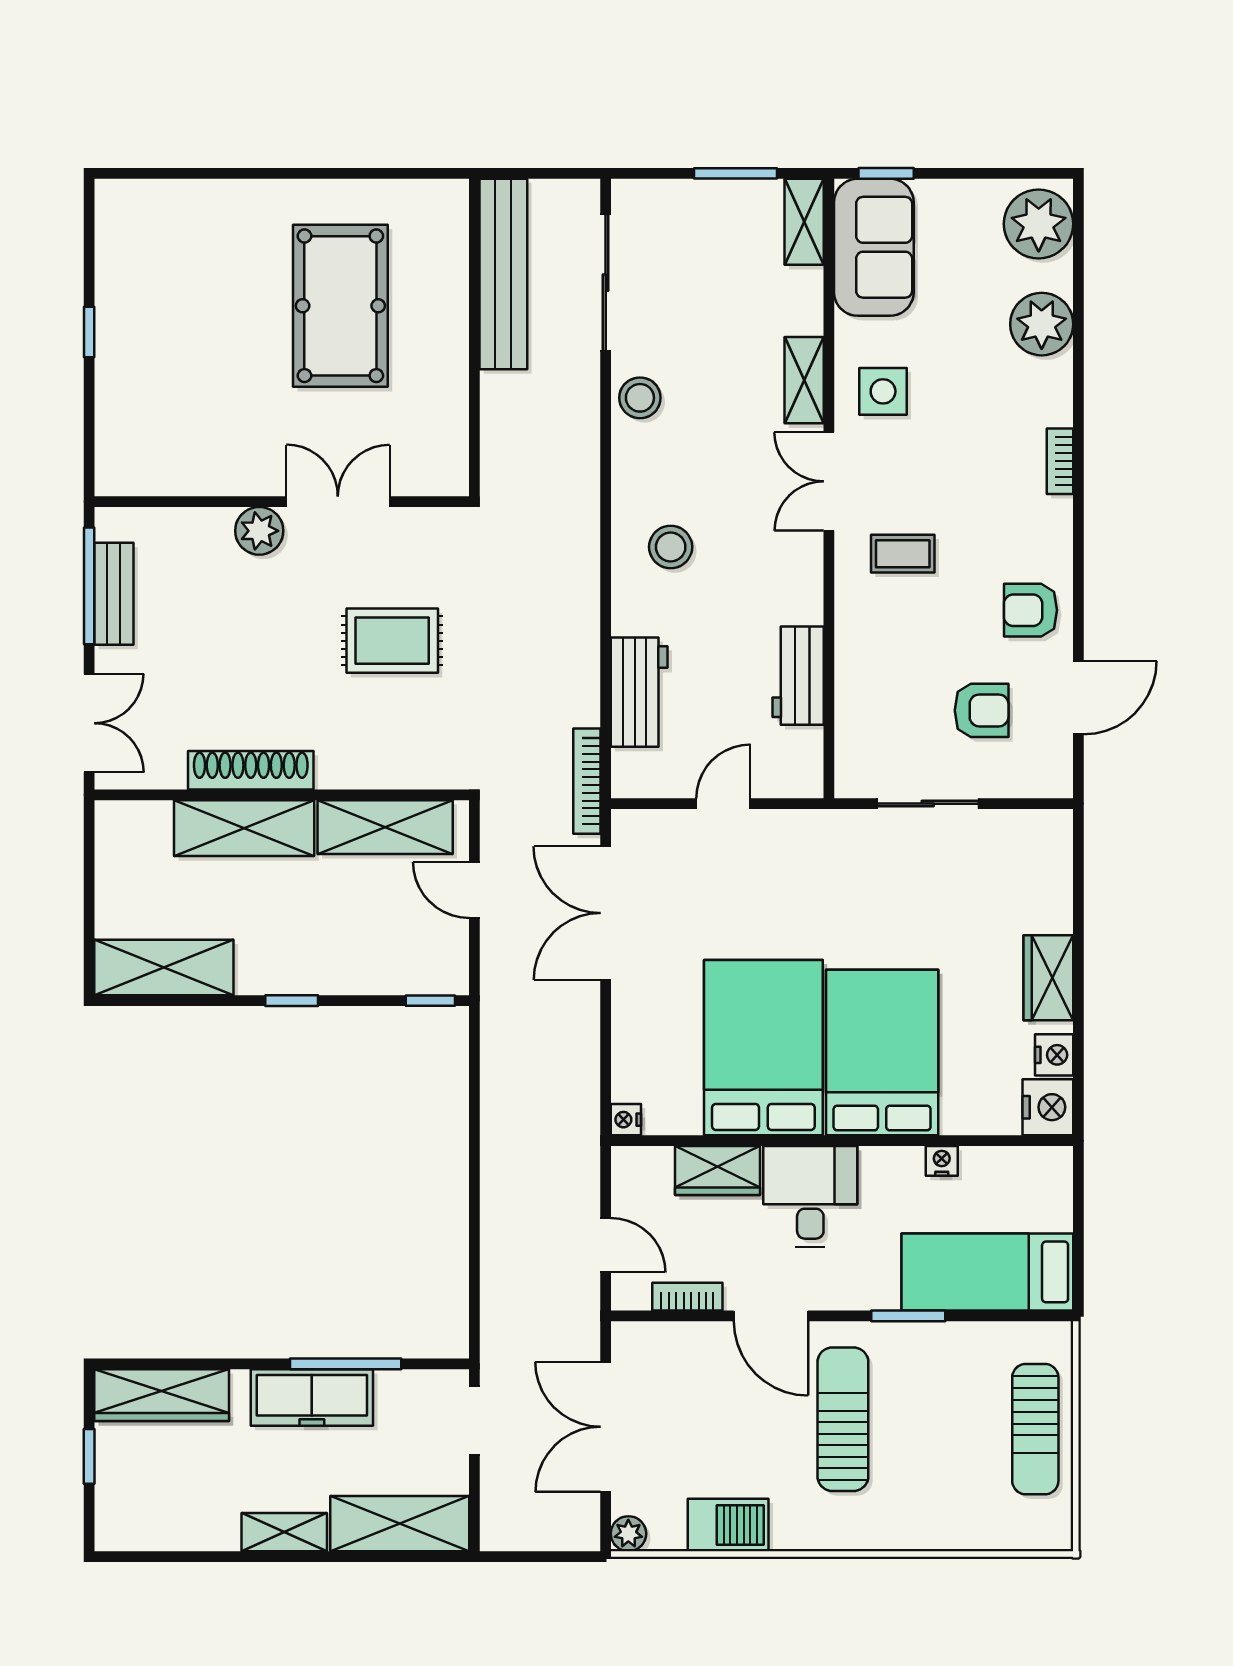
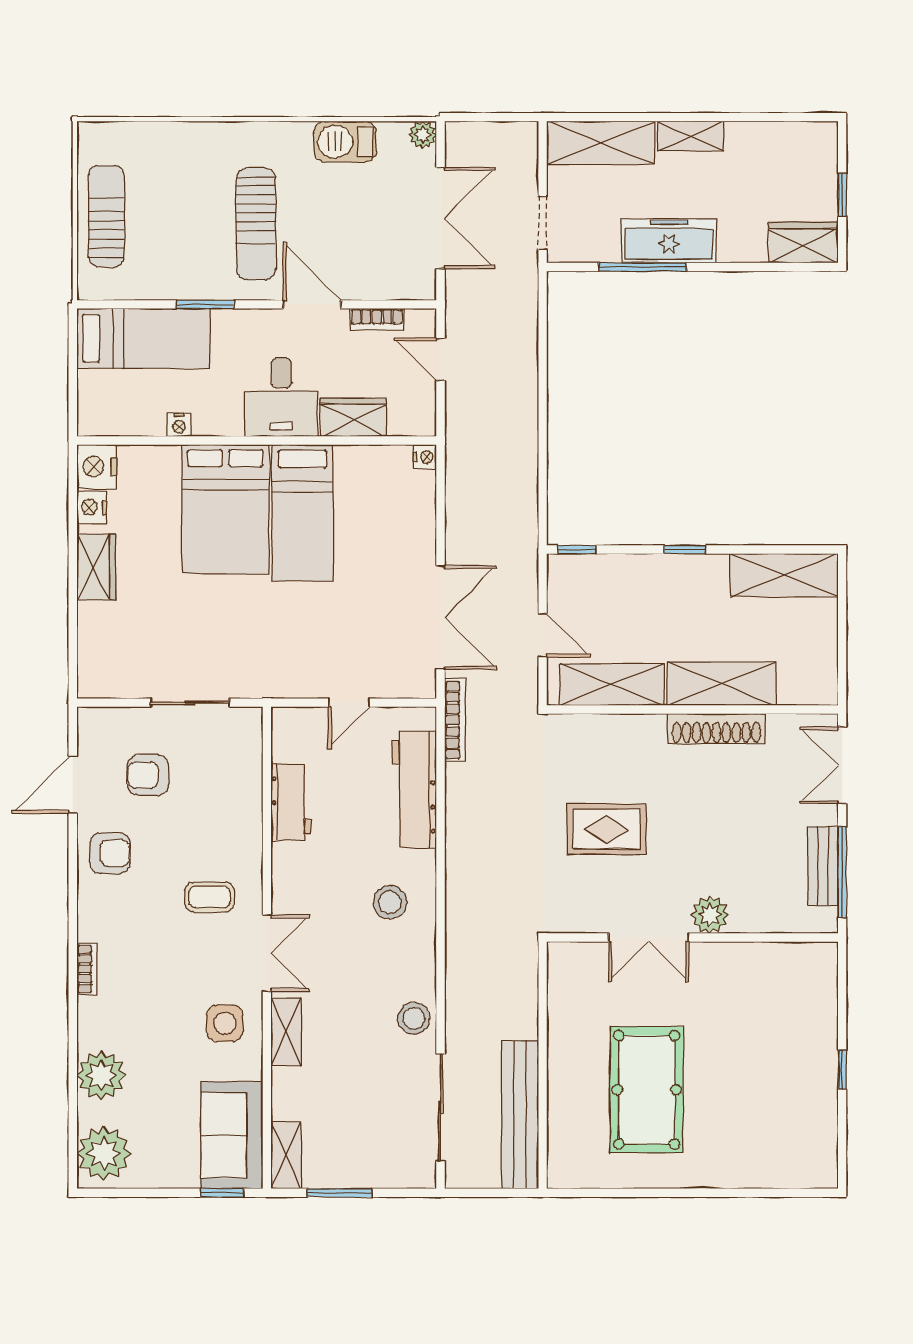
workbench: (639, 692) -> (414, 789), width x1.37
bed: (763, 1048) -> (302, 513), width x0.67
wardrobe: (162, 1395) -> (803, 243), width x0.67

